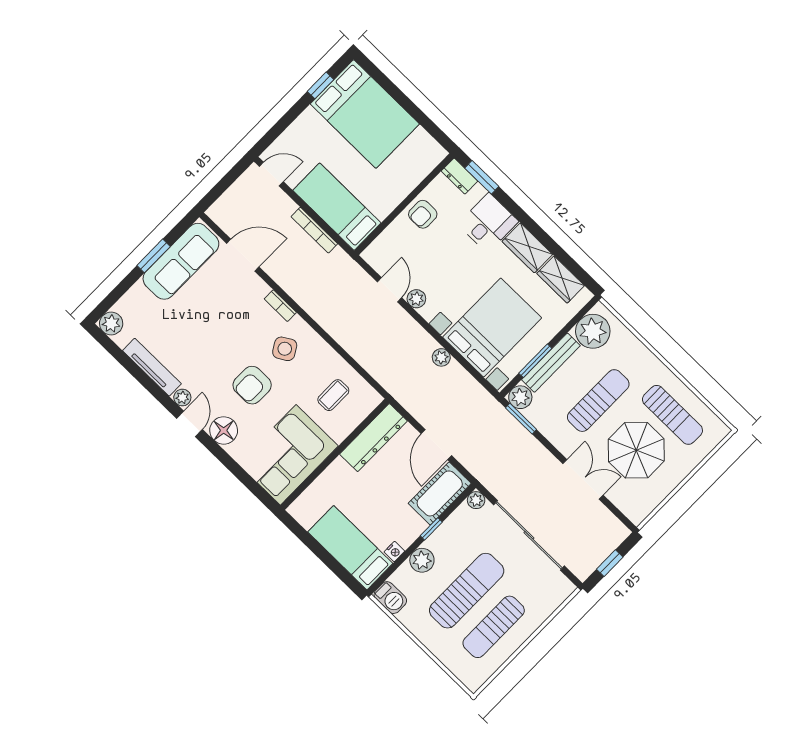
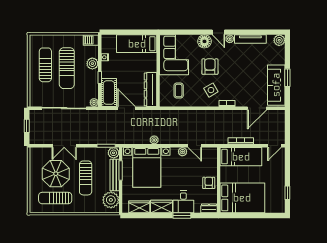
bed: (365, 114) -> (242, 198), moved, turned 180
window: (482, 177) -> (182, 216), moved
bed: (350, 548) -> (137, 44), moved, turned 180

